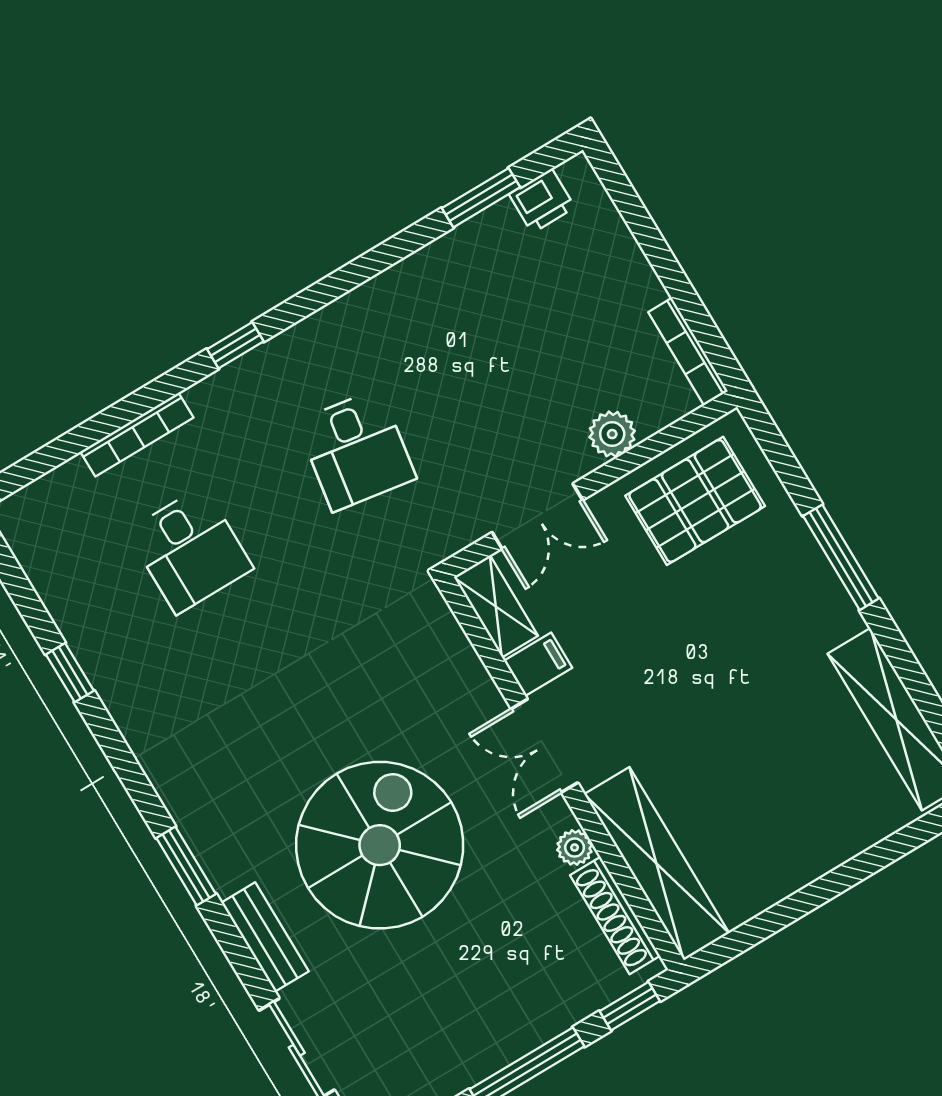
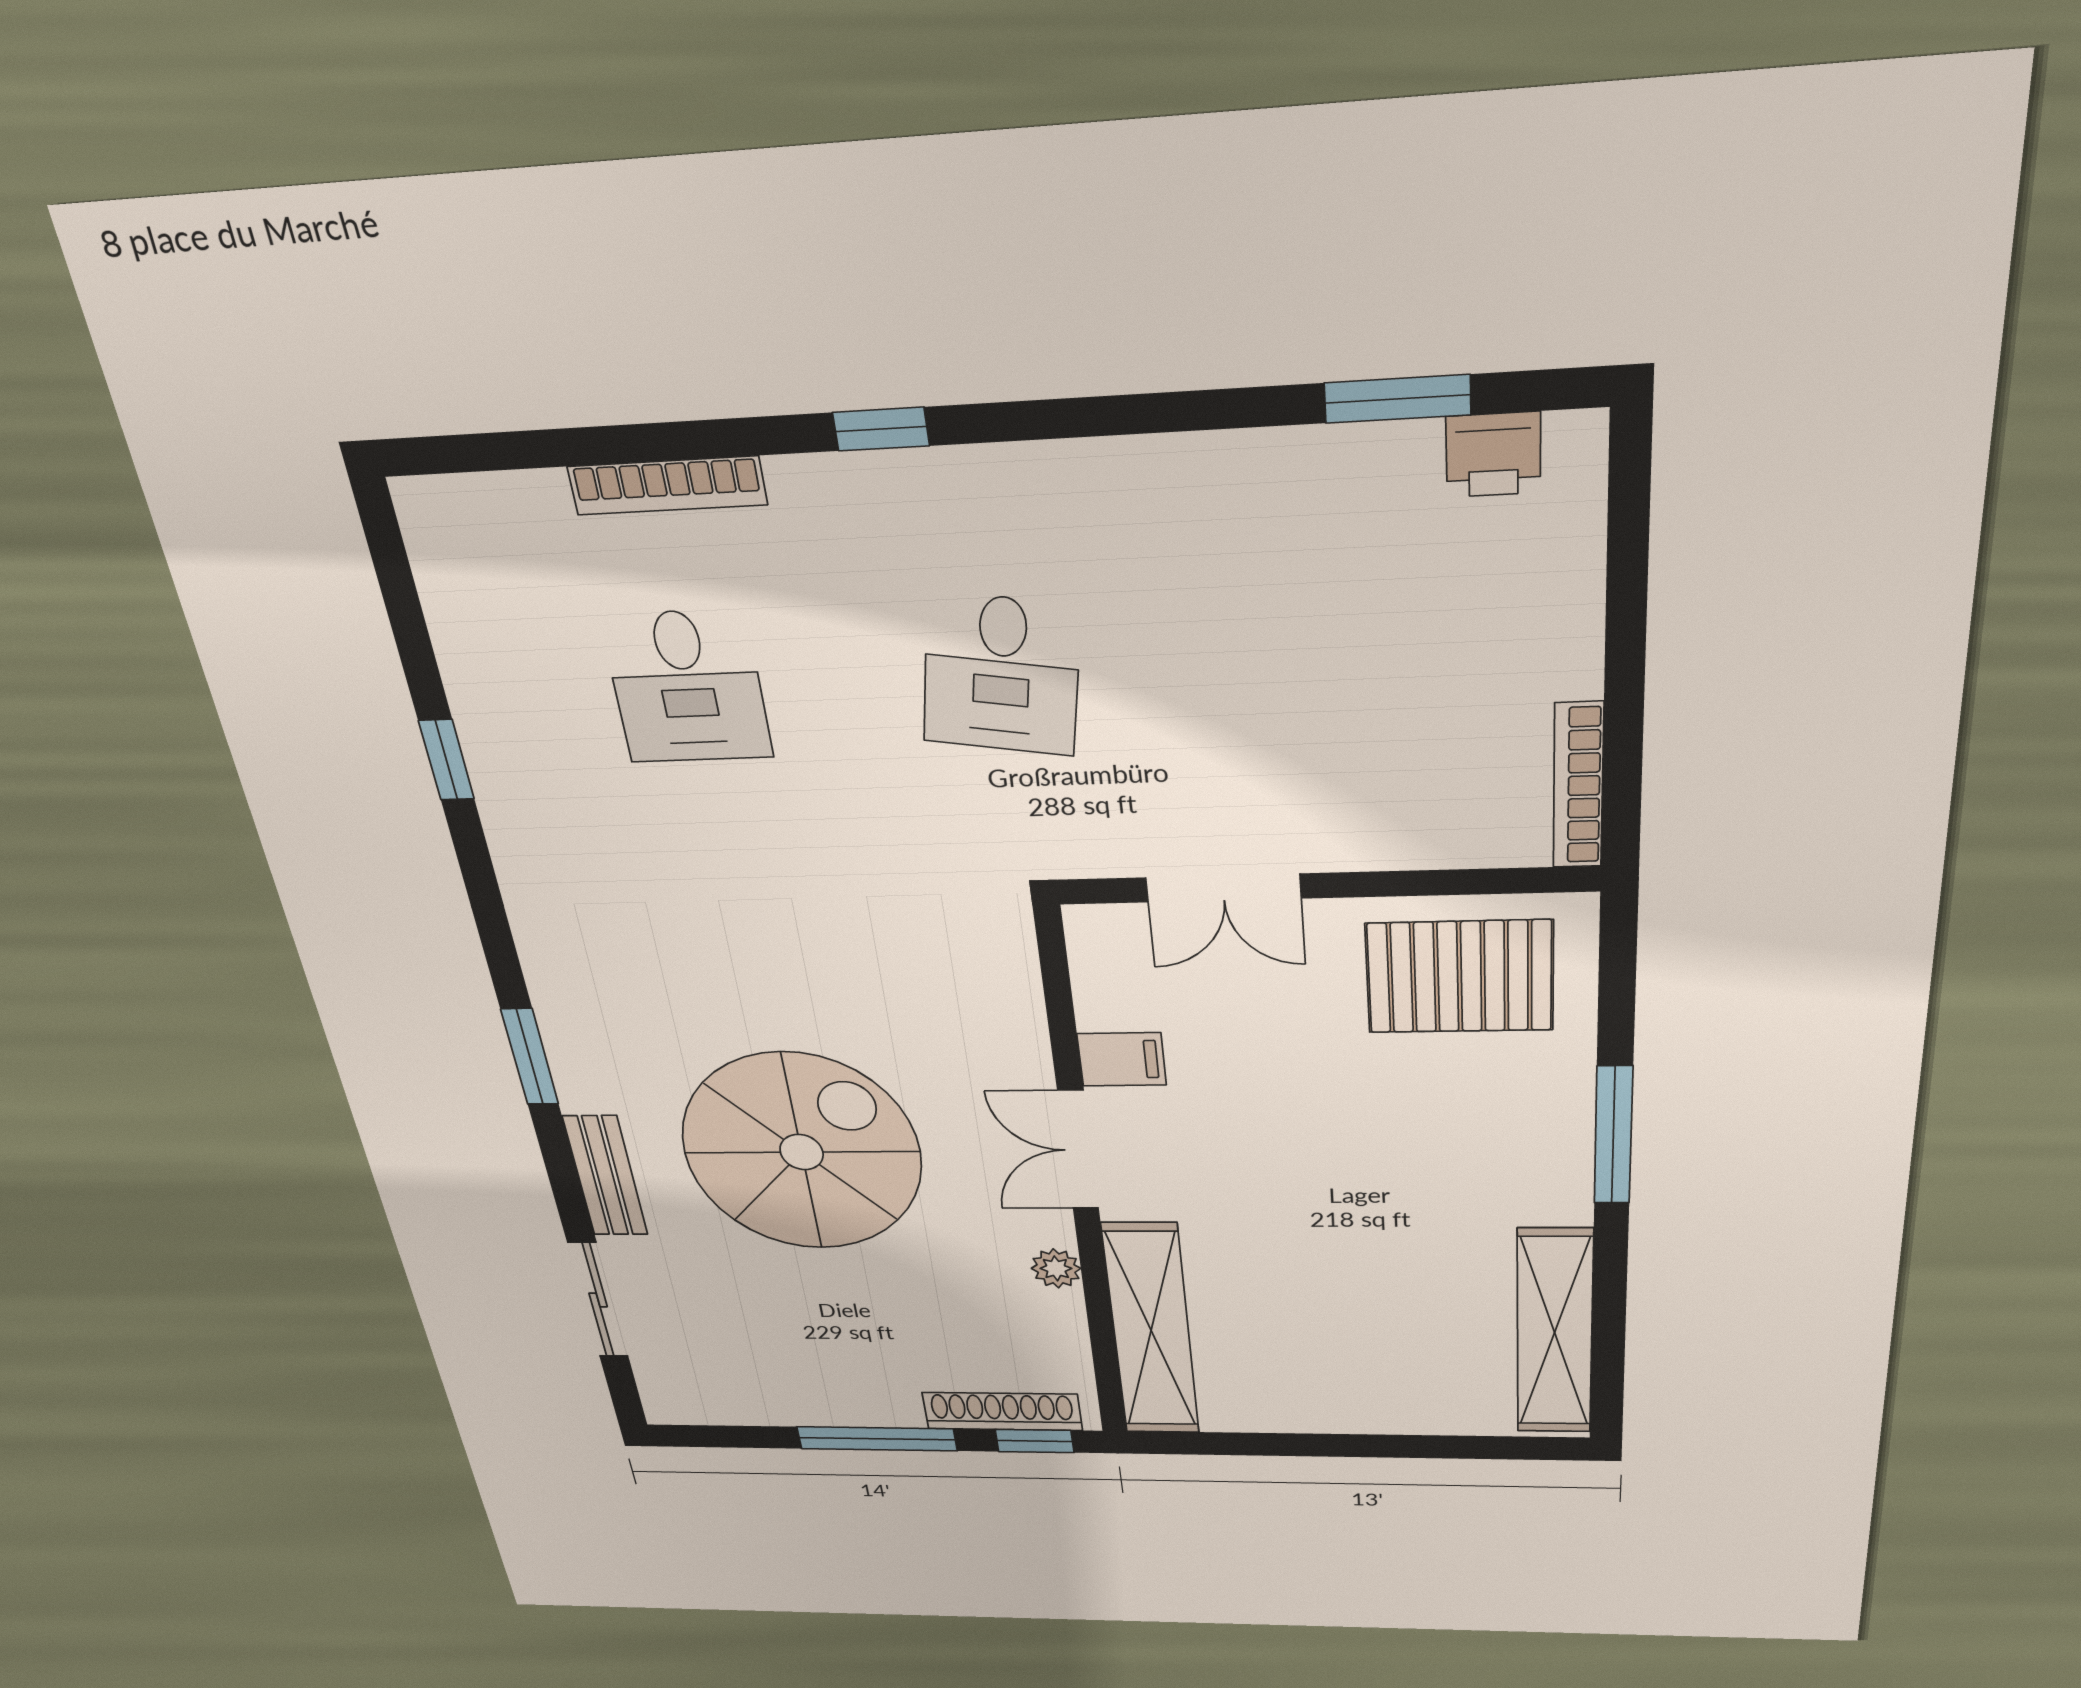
plant: (612, 434) -> (1395, 838), removed
shelving: (496, 606) -> (1101, 967), removed
shoe rack: (615, 915) -> (1002, 1411), moved, turned 90

